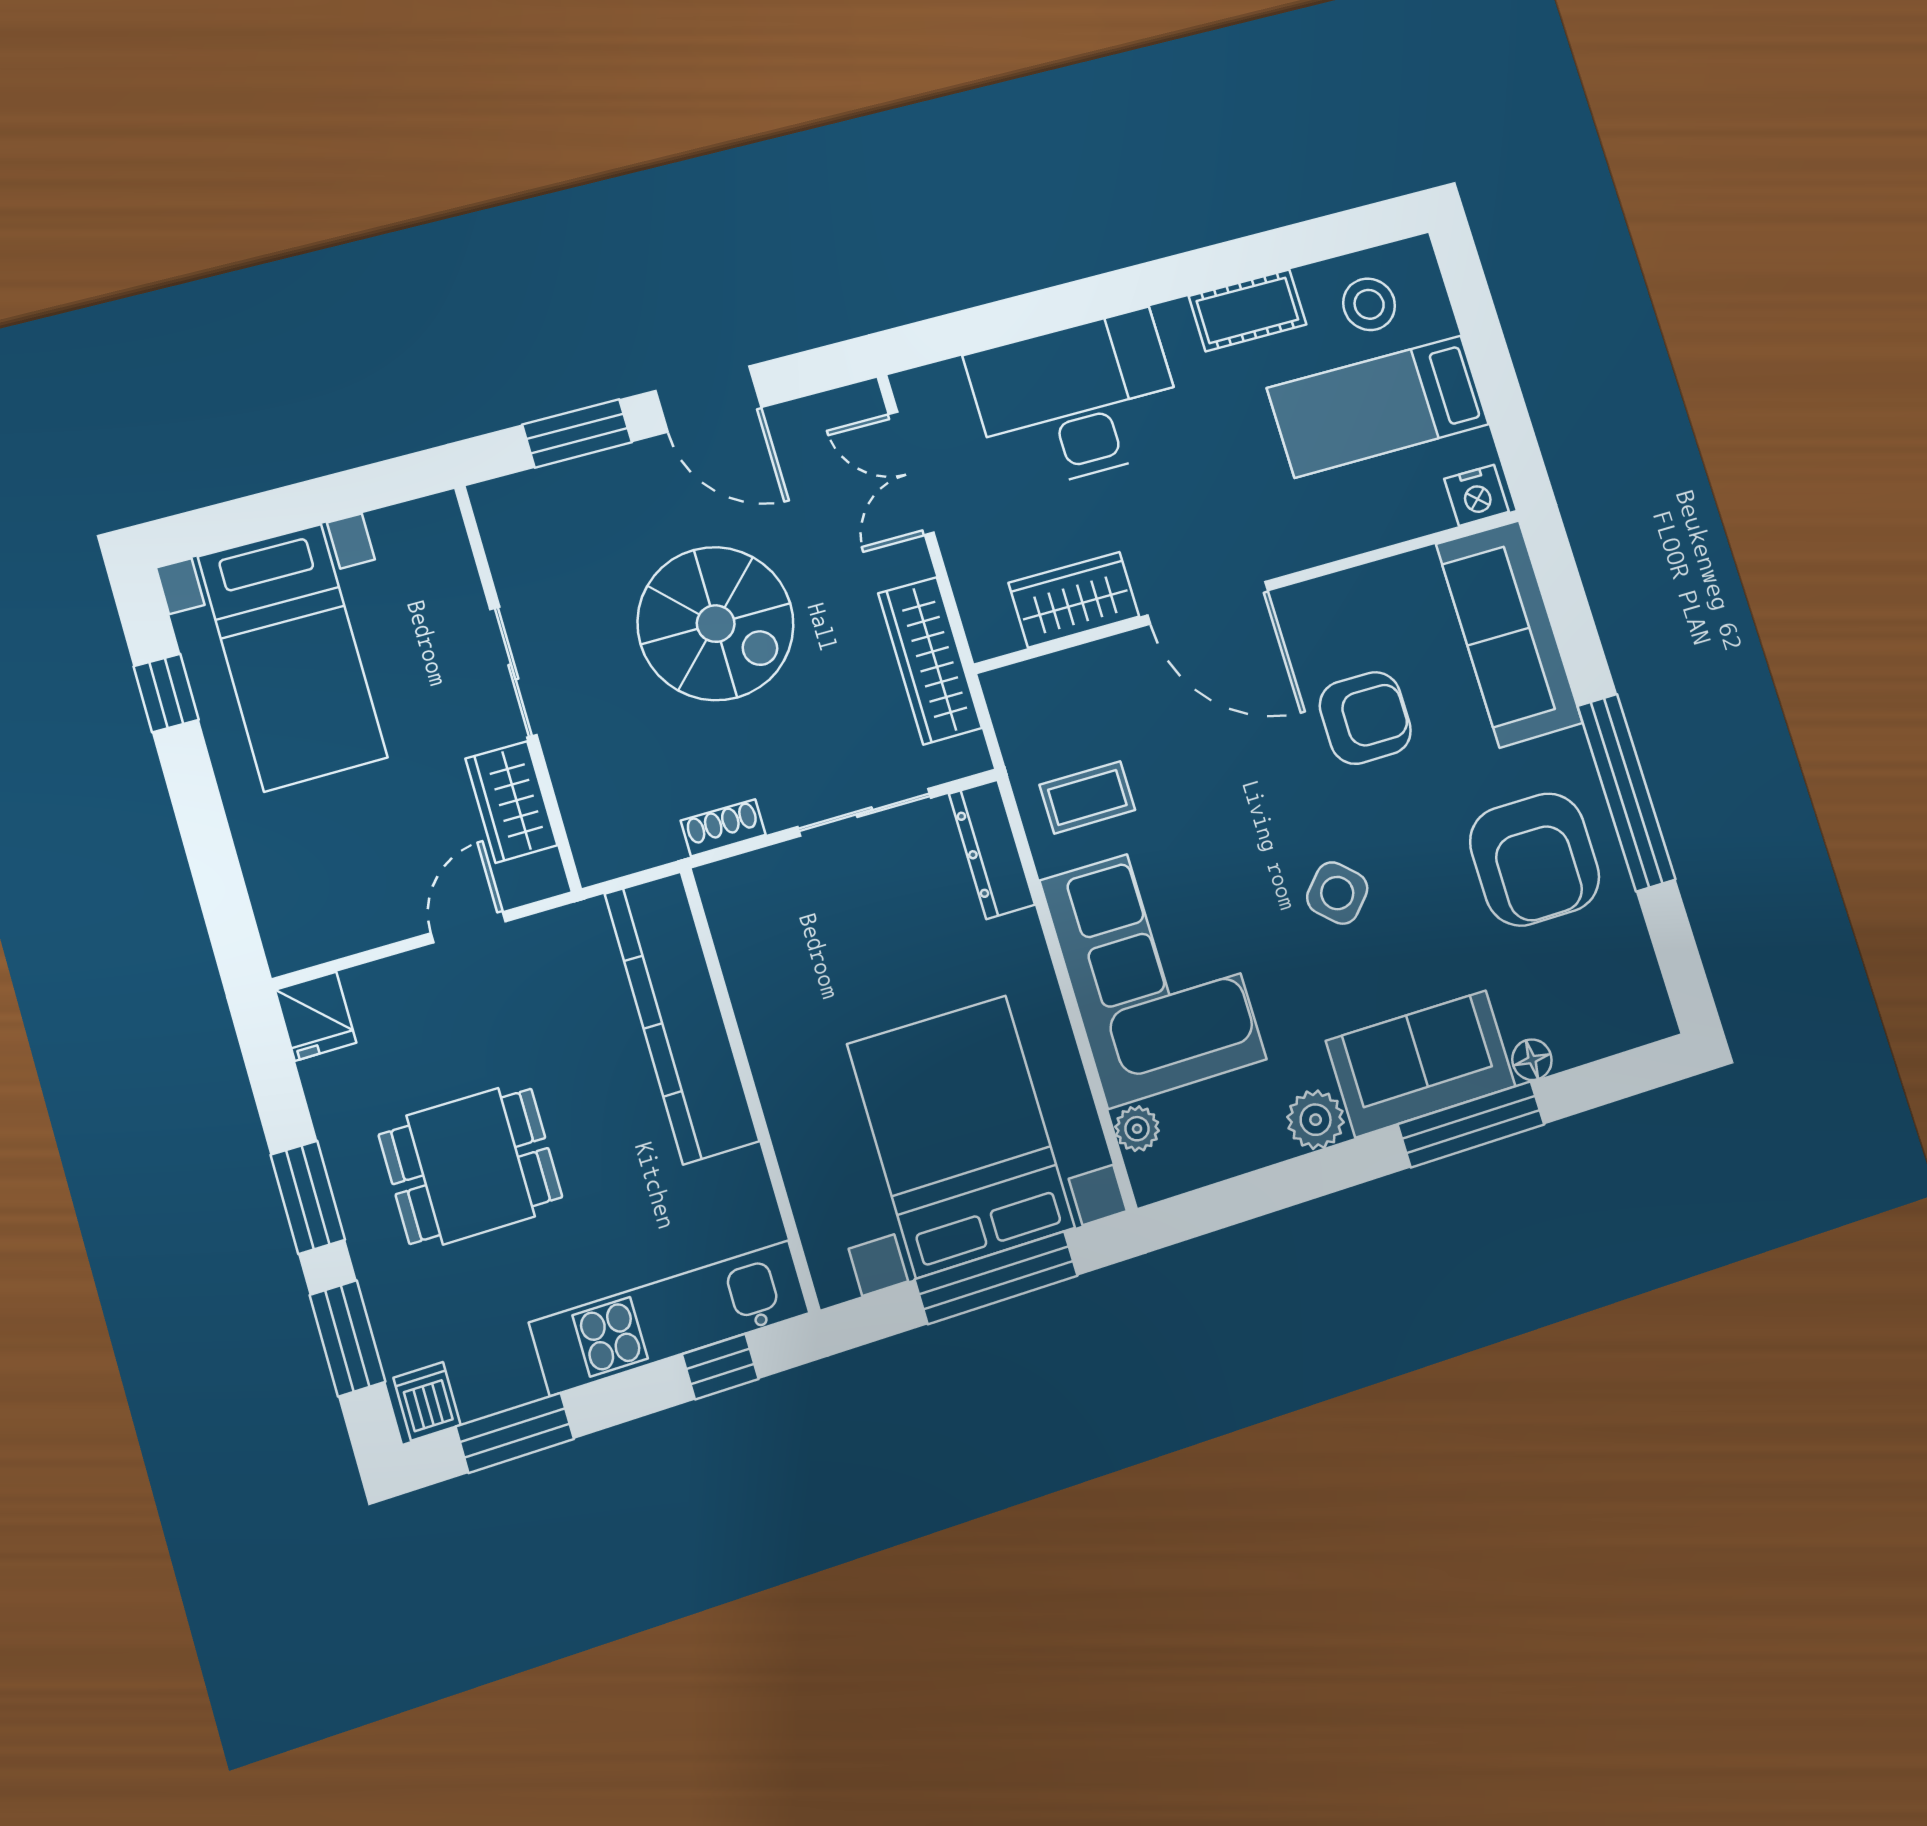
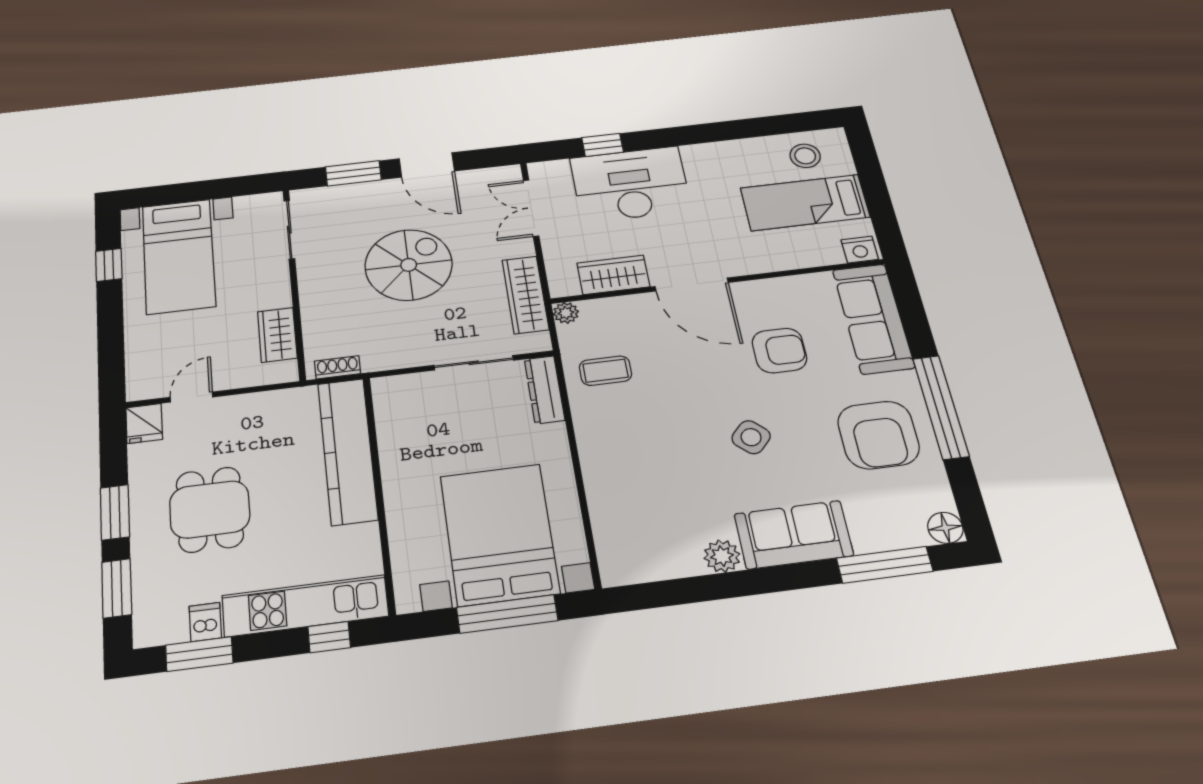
cot: (1248, 310) -> (734, 153), removed
window: (1017, 318) -> (603, 145), added
spiral stairs: (716, 624) -> (409, 265), turned -90
sliding door: (513, 672) -> (289, 230), moved
shoe rack: (723, 828) -> (338, 367), moved
door: (468, 927) -> (191, 397), moved
corner sofa: (1153, 970) -> (631, 463), removed
floor lamp: (1532, 1060) -> (945, 528), moved, width x1.37, depth x1.37
window: (1471, 1124) -> (885, 565), moved
plant: (1137, 1129) -> (566, 313), moved
dining table: (471, 1166) -> (210, 509), turned 90
dishwasher: (427, 1401) -> (205, 622), moved

